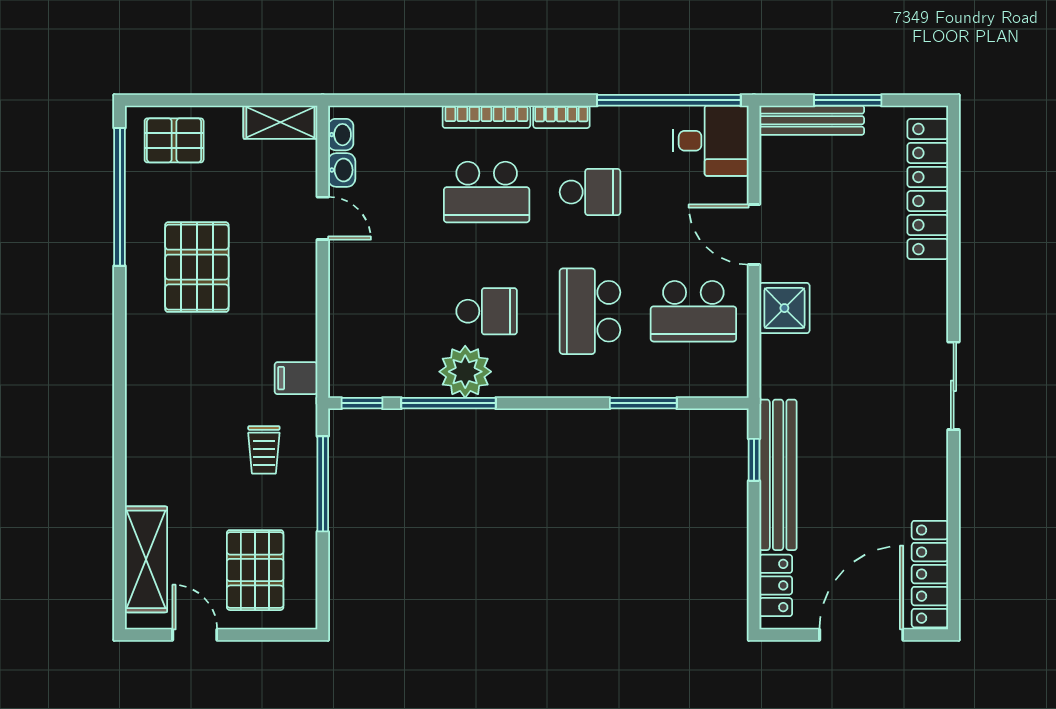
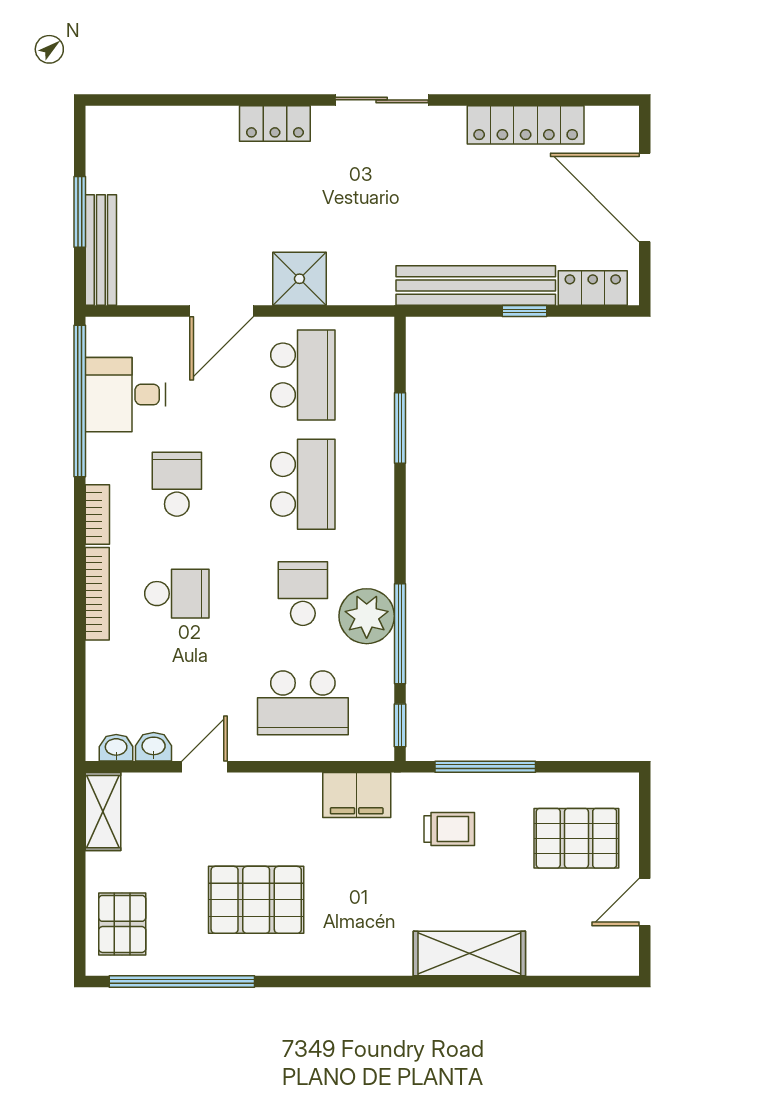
desk: (711, 141) -> (126, 395), moved, turned -90
locker: (928, 189) -> (275, 123), moved, width x0.46, depth x0.83
school desk: (487, 192) -> (177, 594), width x0.54
school desk: (383, 311) -> (303, 703), added
school desk: (590, 311) -> (303, 484), turned -90
filing cabinet: (296, 378) -> (357, 795), width x2.00
window: (754, 460) -> (524, 311), moved
shelving: (146, 559) -> (469, 954), moved
locker: (930, 574) -> (526, 125), moved

